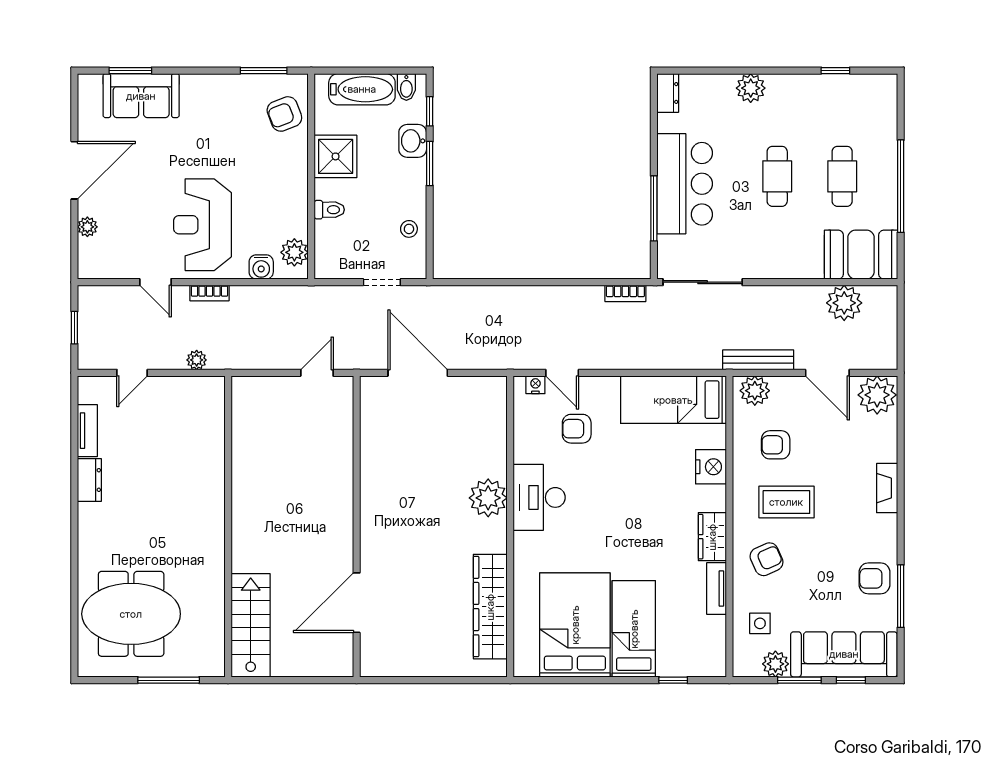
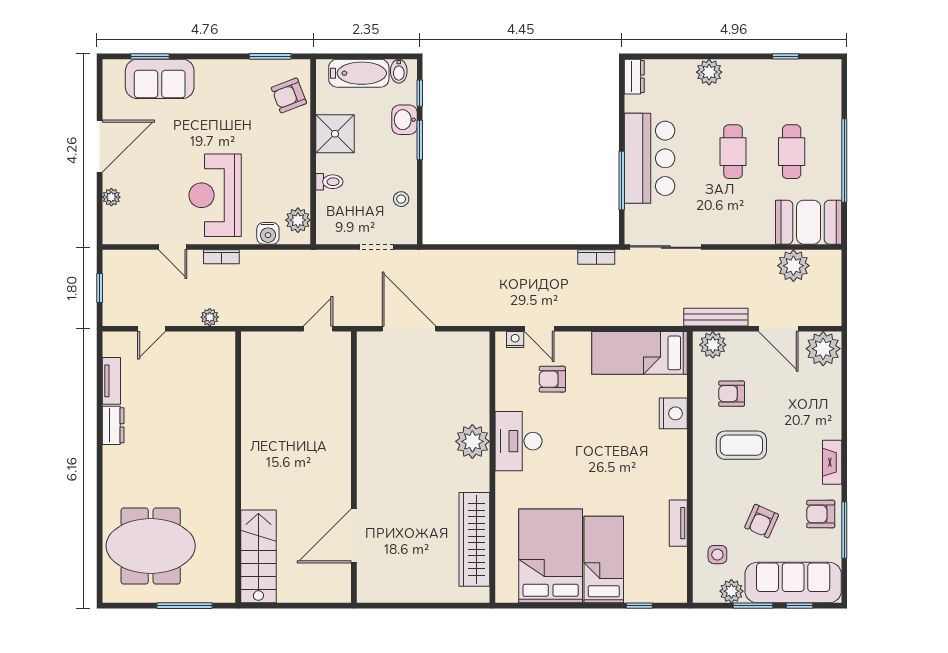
fireplace: (887, 488) -> (832, 462), moved
wardrobe: (712, 537) -> (675, 476), removed
armchair: (766, 559) -> (762, 521), moved, turned 138

